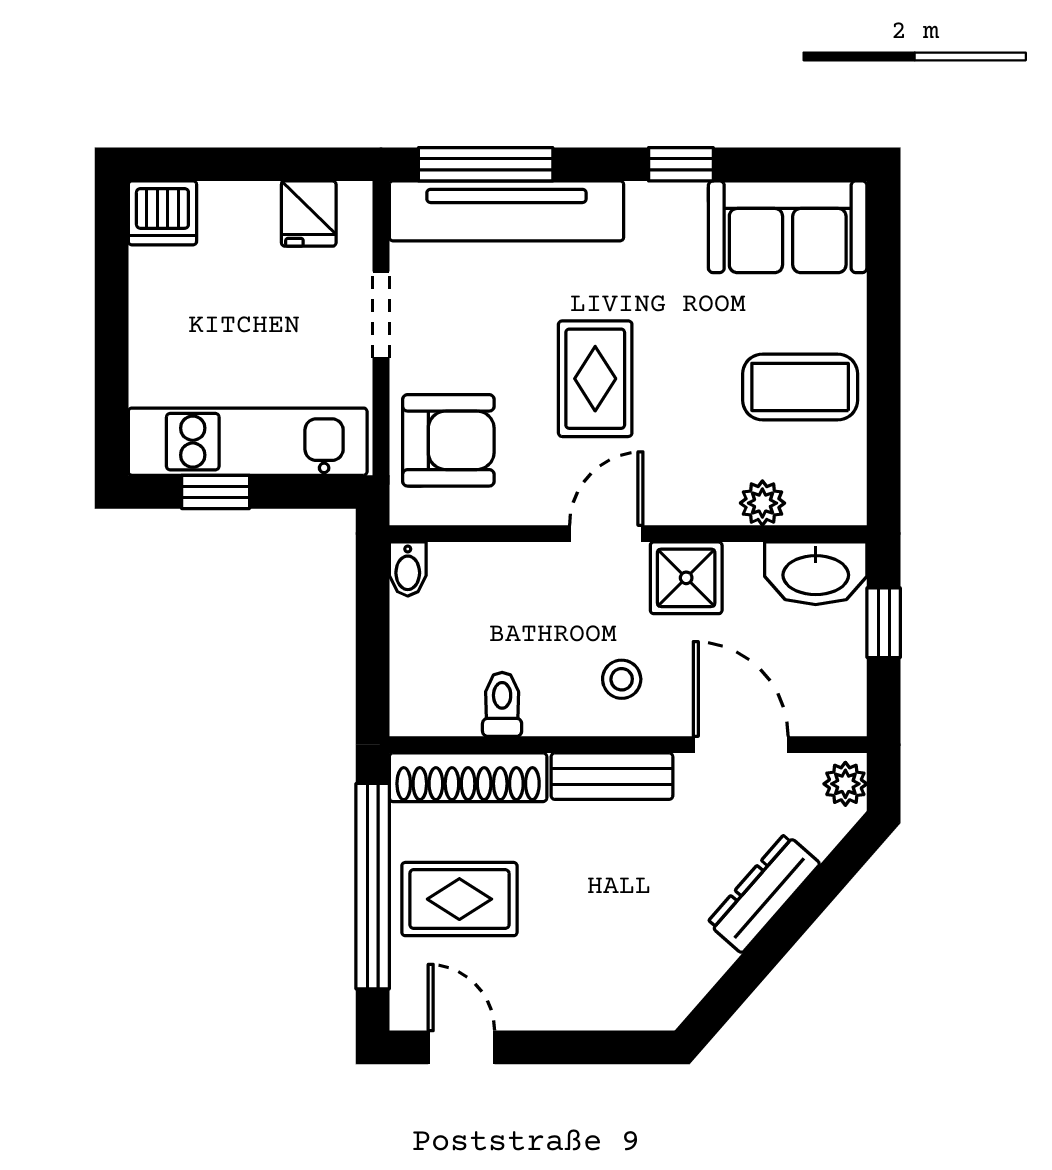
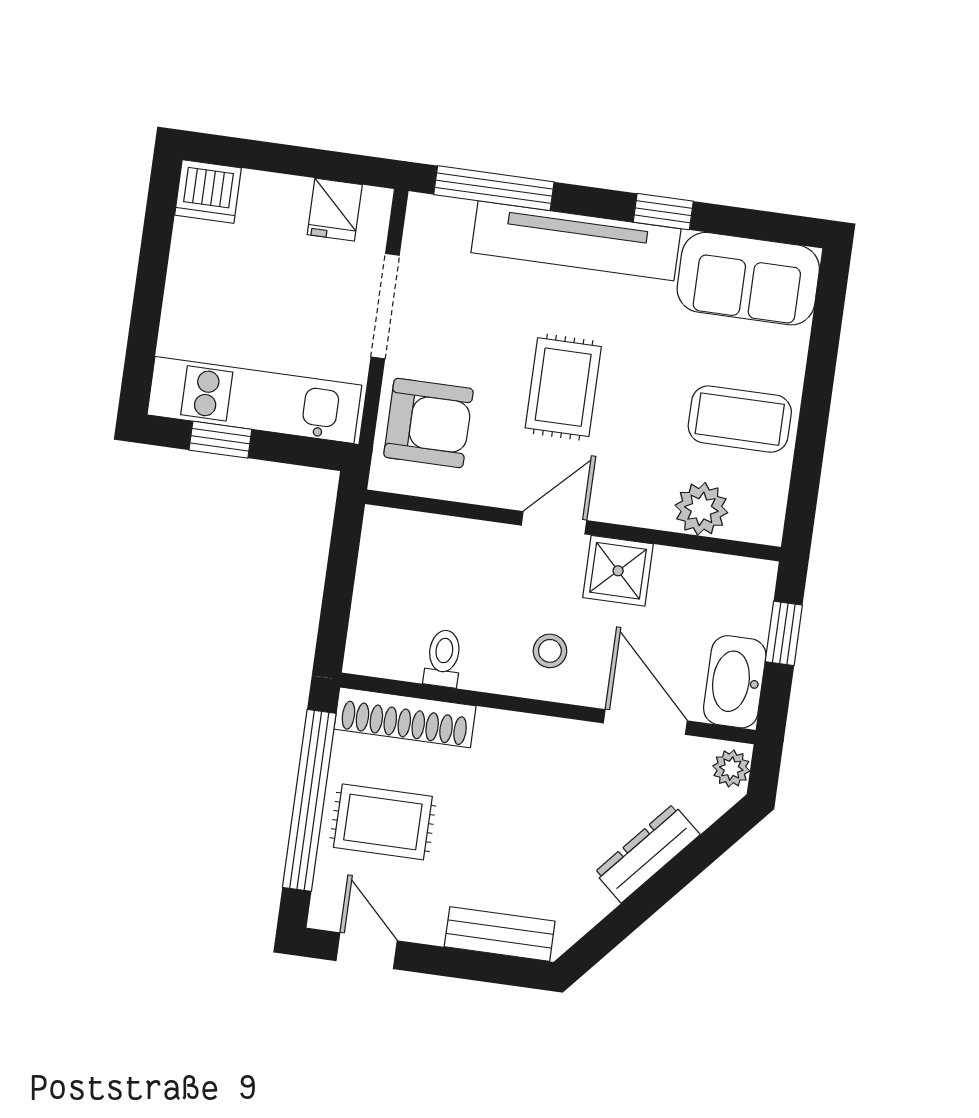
tv unit: (506, 211) -> (576, 241), moved
doorway: (381, 315) -> (385, 306), width x1.38
plant: (762, 503) -> (701, 509), width x1.38, depth x1.38
bidet: (408, 569) -> (378, 530), removed
washbasin: (816, 573) -> (735, 682), moved, turned 90
bench: (612, 776) -> (500, 934), moved

